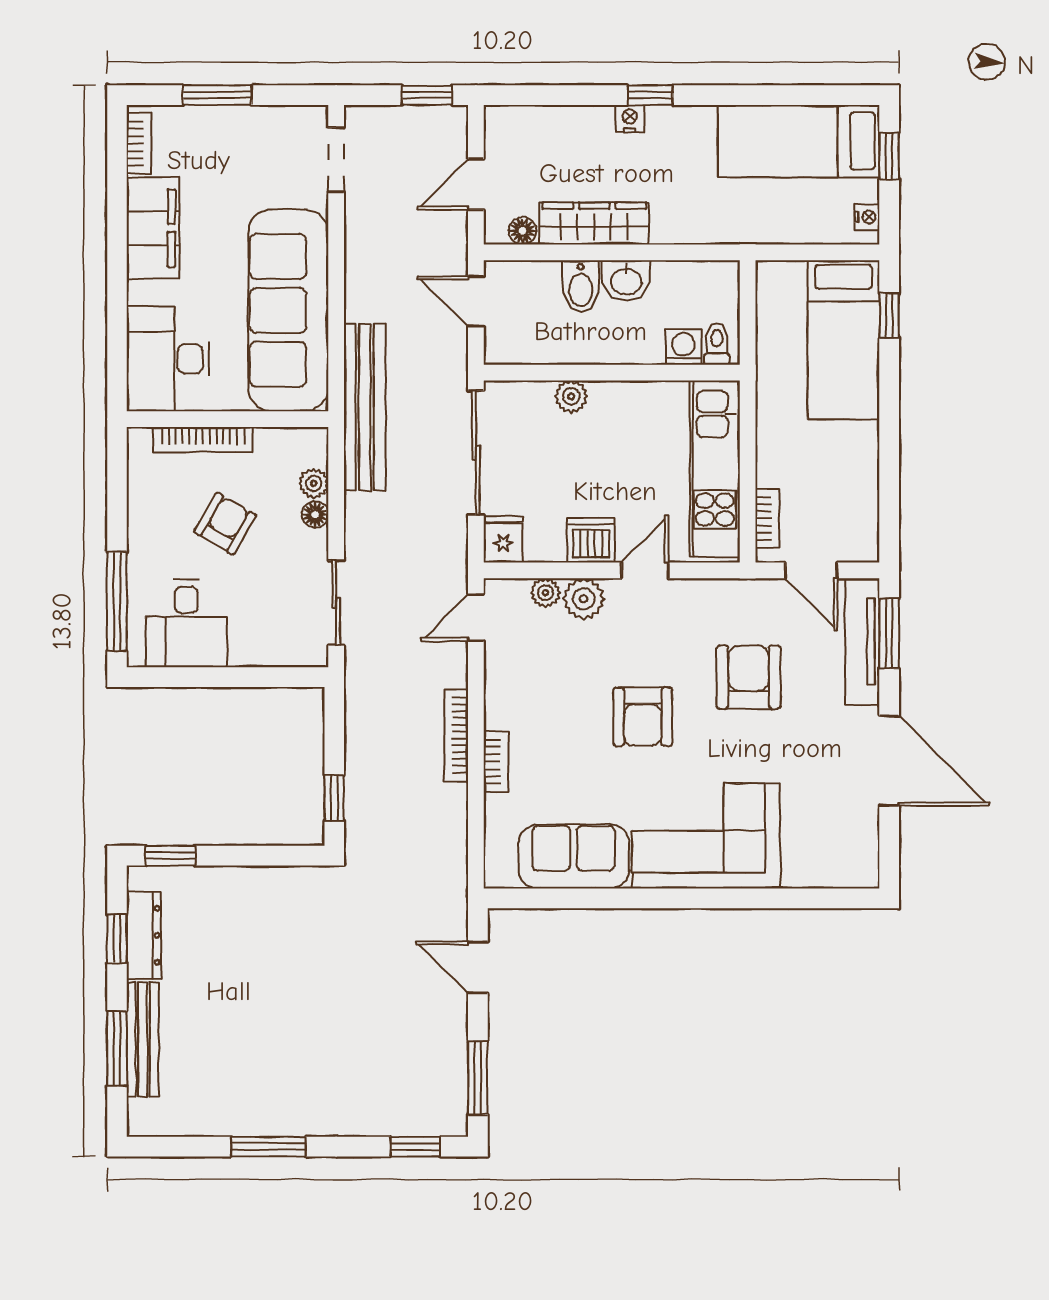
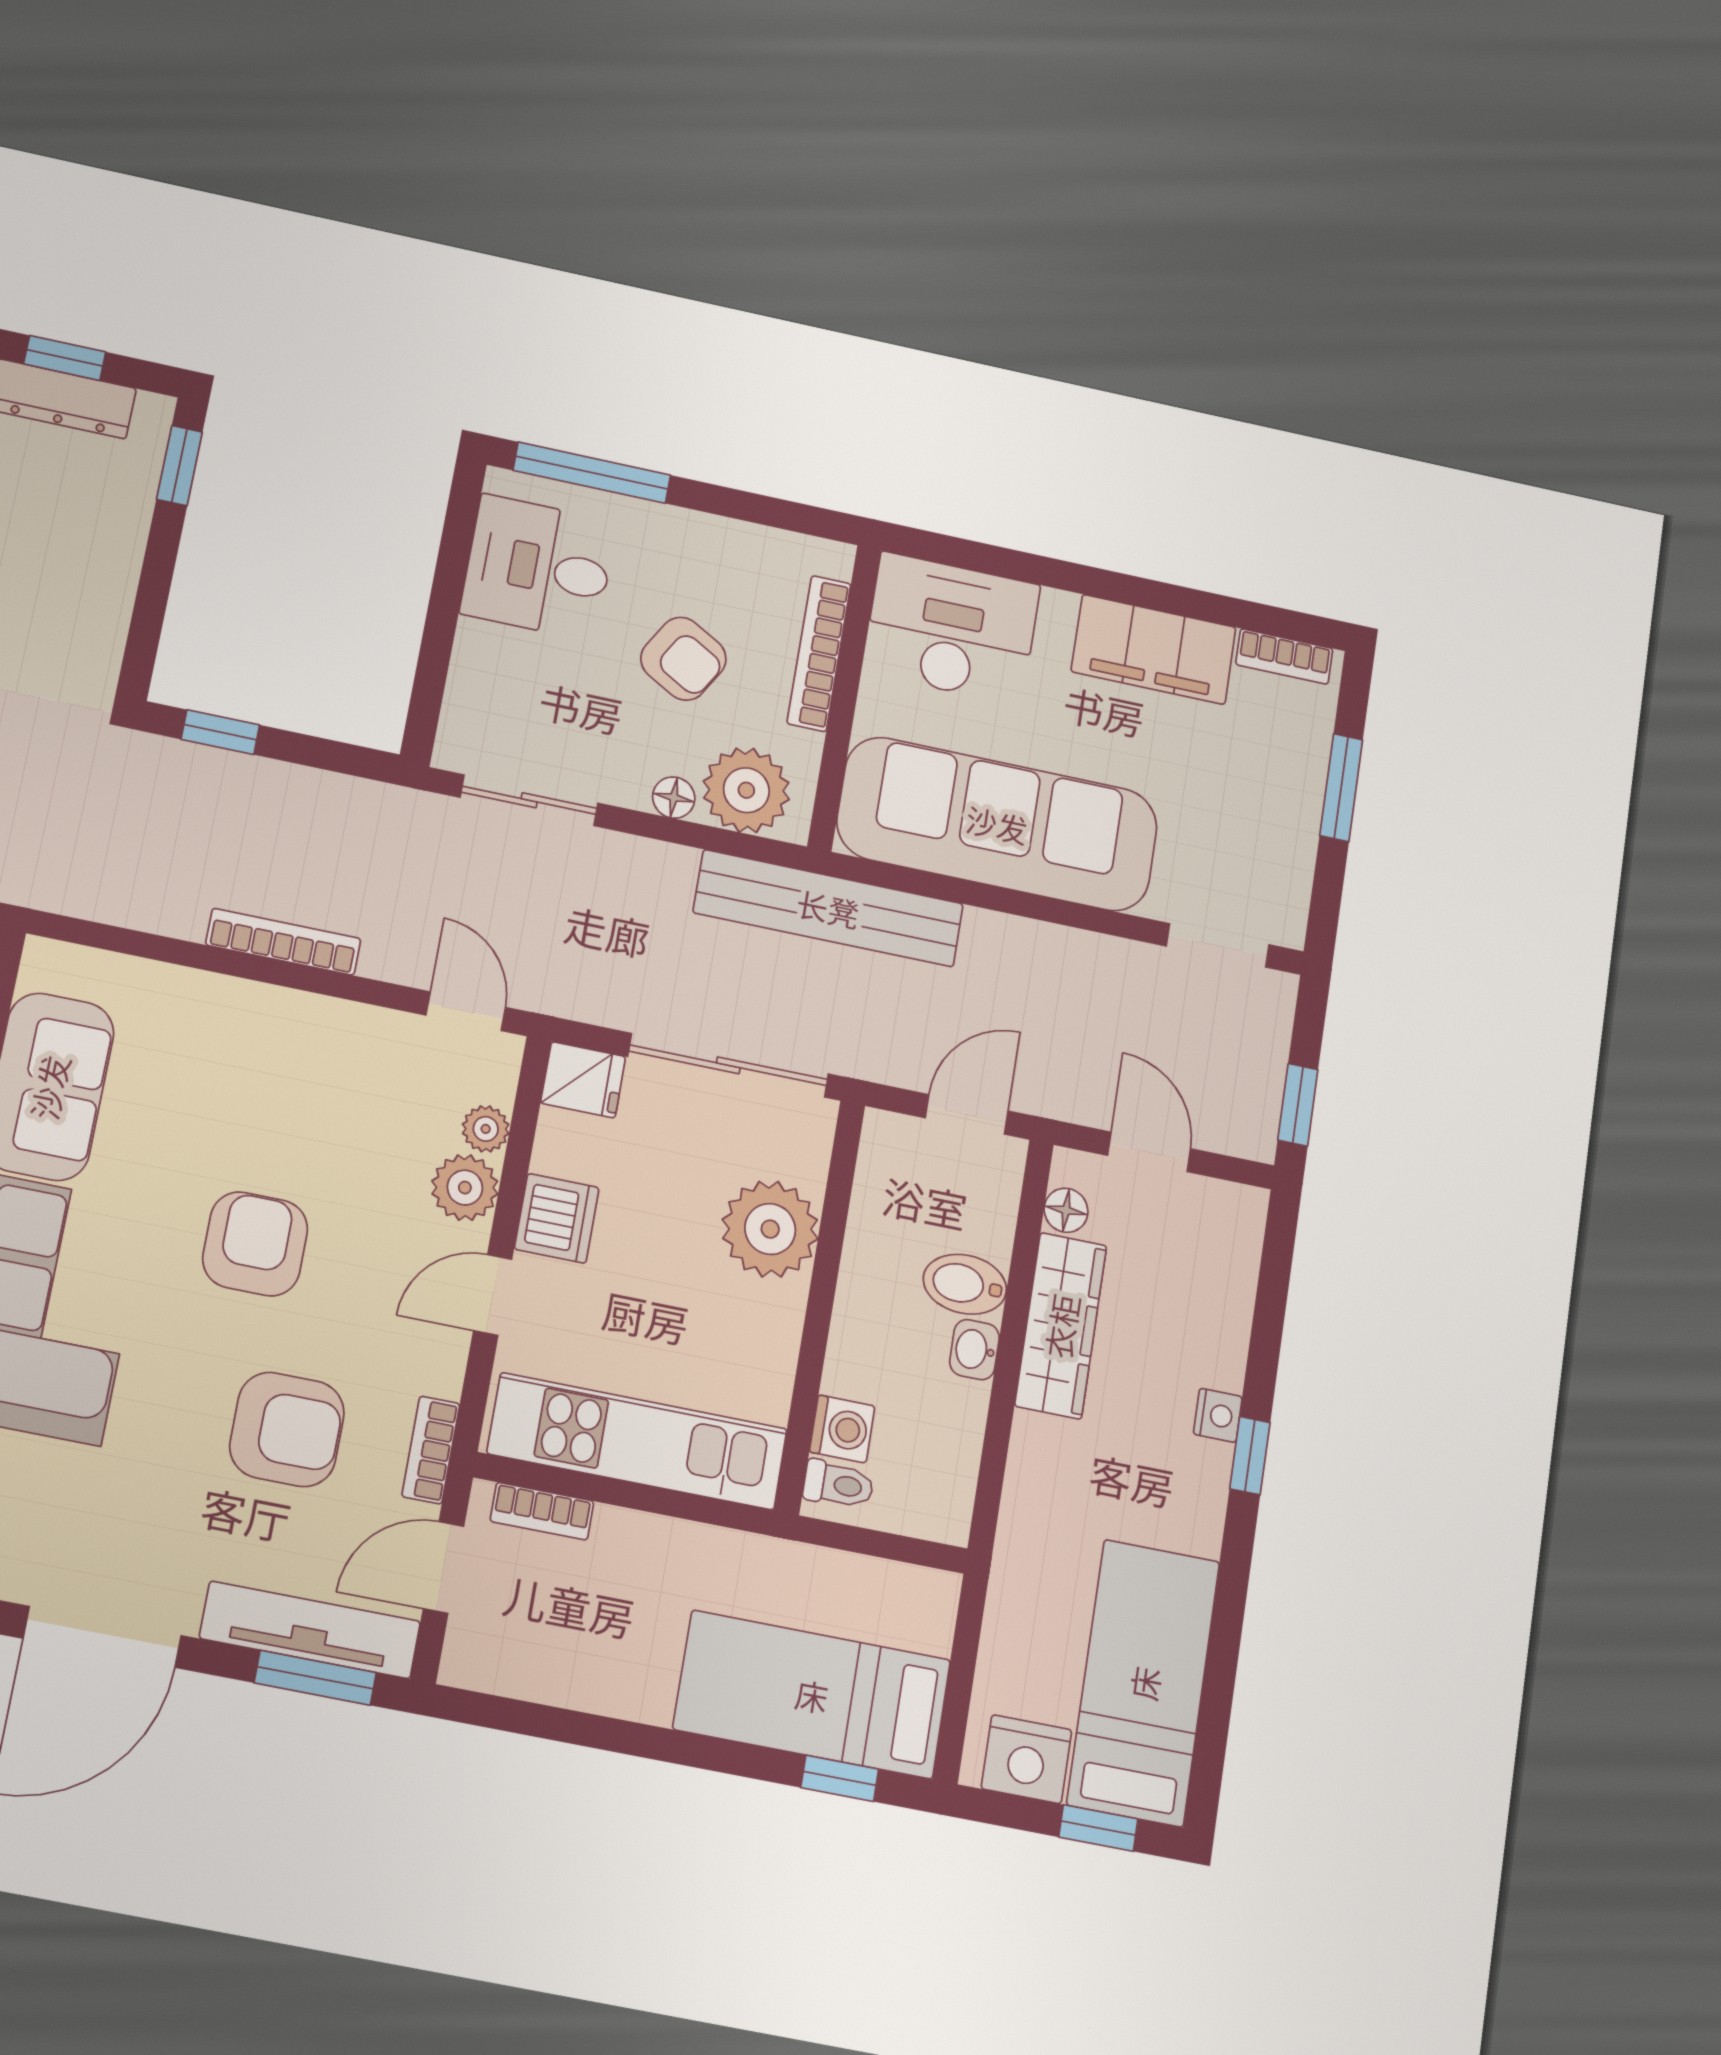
nightstand: (867, 217) -> (1026, 1759), width x1.89, depth x1.79
washbasin: (626, 280) -> (974, 1350), width x0.72, depth x0.69
plant: (571, 396) -> (770, 1229), width x1.87, depth x1.87
plant: (314, 483) -> (746, 790), width x1.88, depth x1.88
door: (645, 570) -> (493, 1295), swing flipped
armchair: (643, 717) -> (255, 1244), turned 90
bookcase: (496, 761) -> (431, 1450), moved, turned 90

